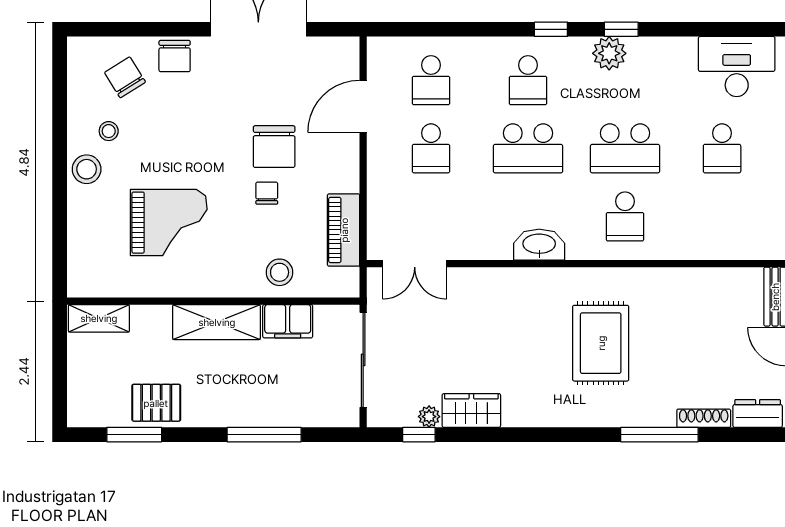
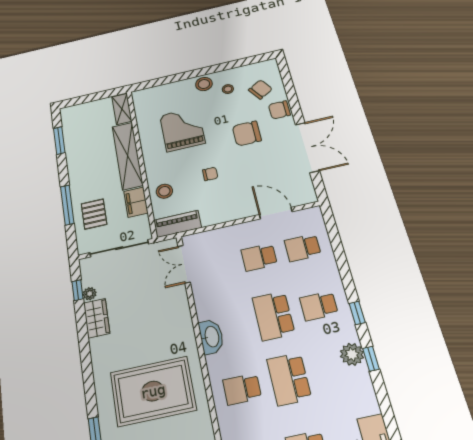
chair: (274, 147) -> (247, 133), moved
grand piano: (169, 223) -> (182, 129), turned 180
piano: (344, 230) -> (178, 224), moved
shelving: (217, 322) -> (128, 156), width x1.47
rug: (601, 343) -> (153, 391), width x1.37, depth x1.44
pallet: (156, 403) -> (94, 214), moved

